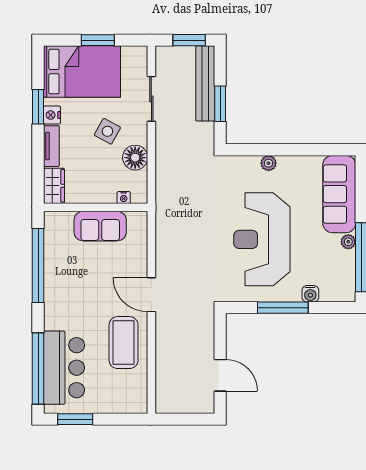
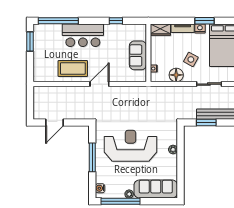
window: (38, 265) -> (116, 21), width x0.32
water cooler: (310, 294) -> (100, 188), moved
bar counter: (64, 368) -> (83, 35), moved

